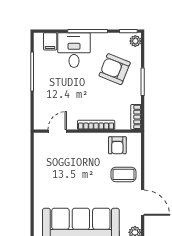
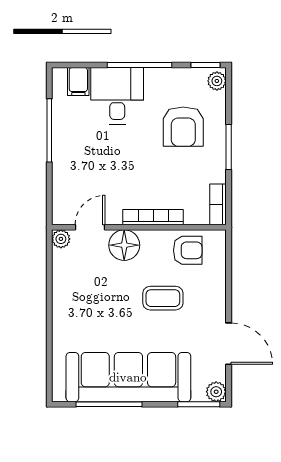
armchair: (115, 69) -> (183, 127), turned -112
plant: (39, 138) -> (61, 239), added
floor lamp: (78, 142) -> (124, 245), added
armchair: (117, 145) -> (188, 250), turned -90
coffee table: (124, 174) -> (163, 298), moved

